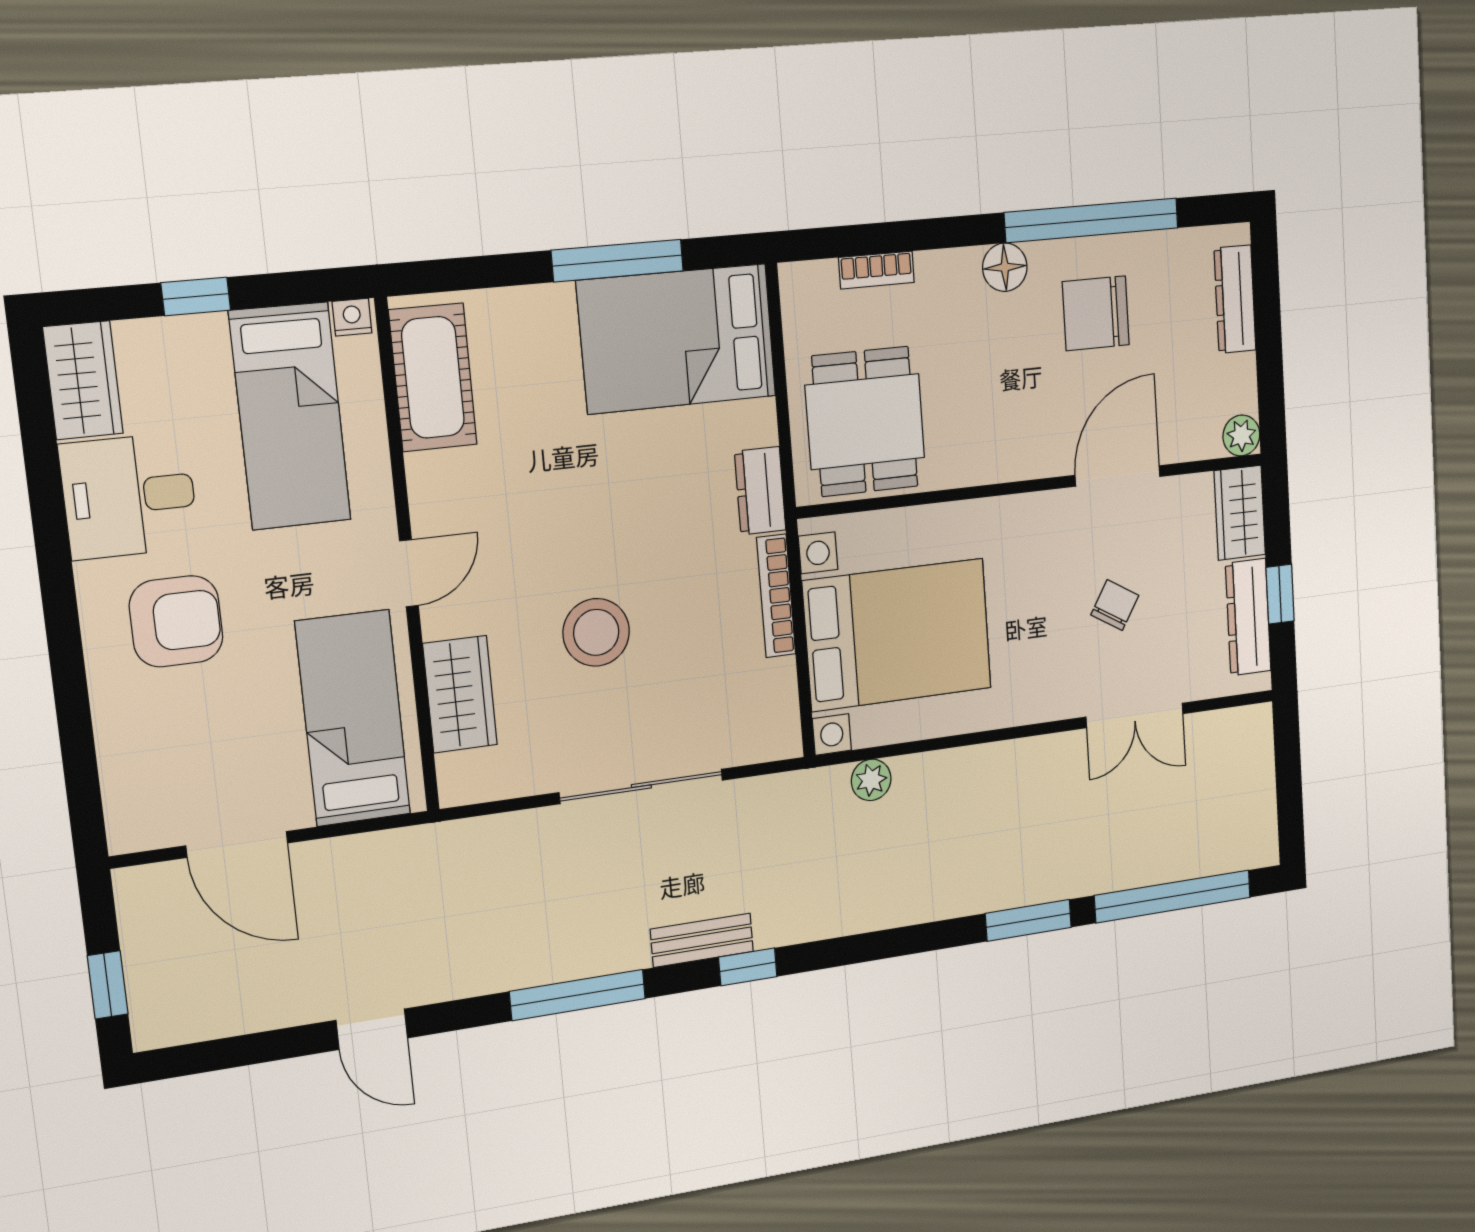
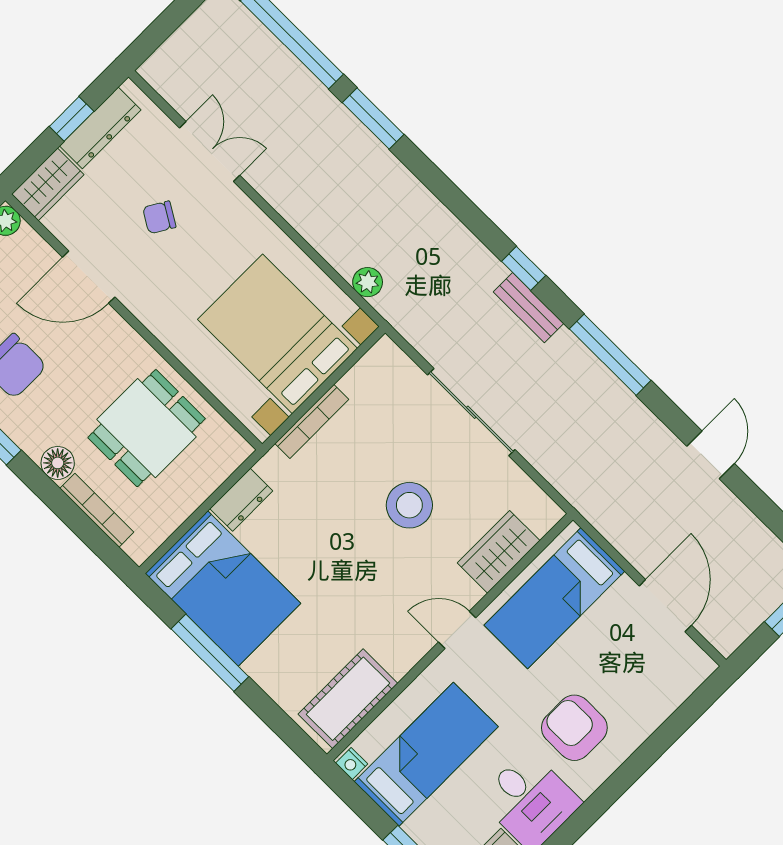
floor lamp: (1005, 267) -> (58, 463), moved
bookcase: (876, 270) -> (97, 510), width x1.56
dining table: (865, 421) -> (147, 428), moved
dresser: (760, 491) -> (241, 500), moved

